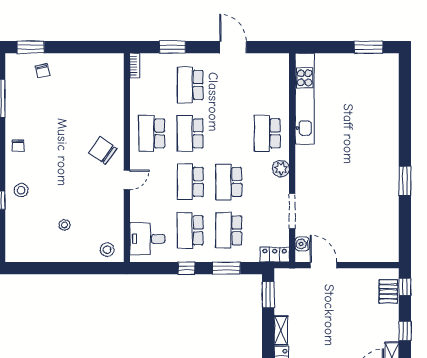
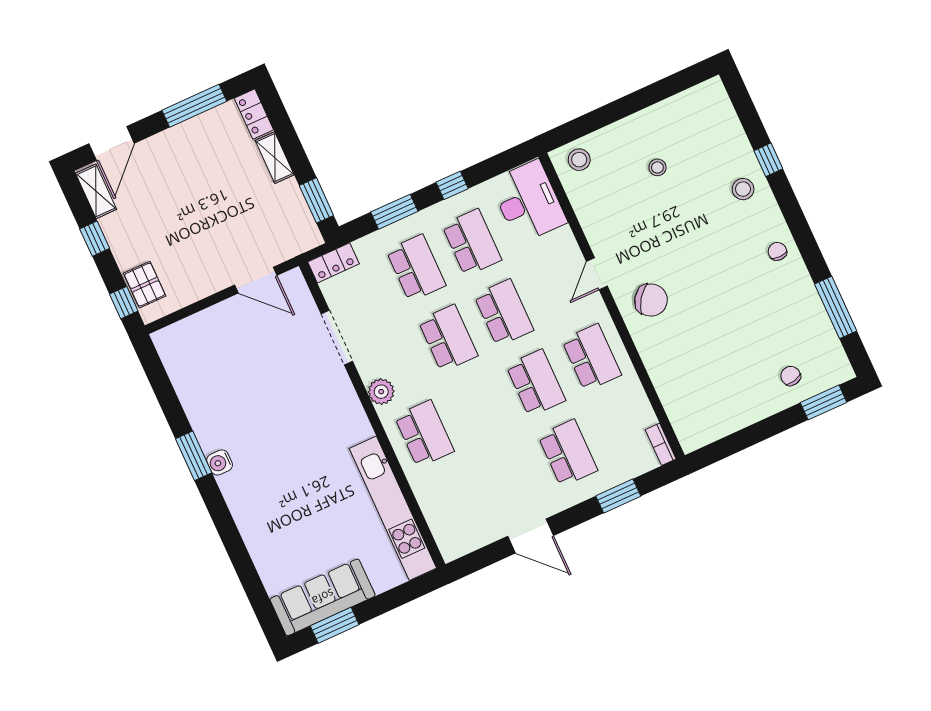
sofa: (368, 66) -> (323, 597), added
desk: (147, 239) -> (528, 202), width x1.37
water cooler: (302, 244) -> (220, 462), moved, turned 180

